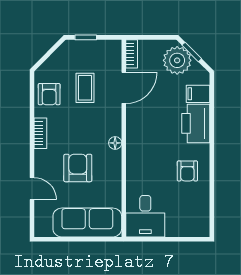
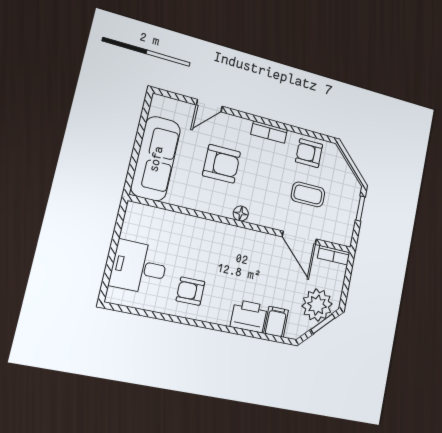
printer: (196, 123) -> (249, 316), width x0.73, depth x0.84
desk: (145, 216) -> (139, 267), moved

